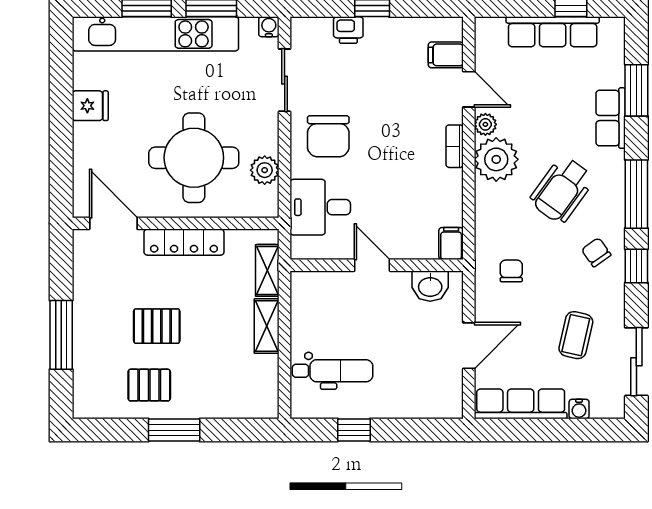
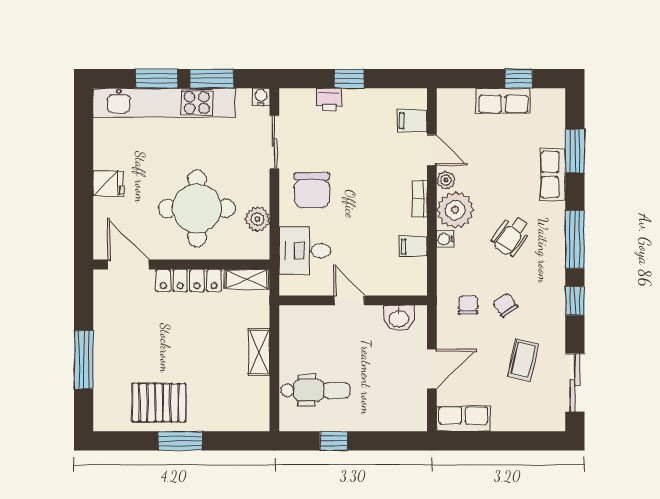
row of seats: (553, 32) -> (503, 101), width x0.68
fridge: (90, 106) -> (108, 183), moved
wheelchair: (562, 190) -> (511, 236), width x0.73, depth x0.73
filing cabinet: (451, 244) -> (413, 247), moved, turned -90
chair: (596, 252) -> (505, 305), moved
shelving: (267, 270) -> (247, 279), moved, turned 90
pallet: (157, 326) -> (165, 352), removed
pallet: (149, 385) -> (159, 403), width x1.50, depth x1.42
row of seats: (521, 404) -> (463, 419), width x0.68
water cooler: (579, 409) -> (445, 239), moved, turned 90

